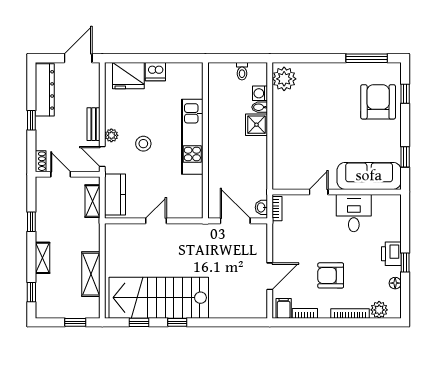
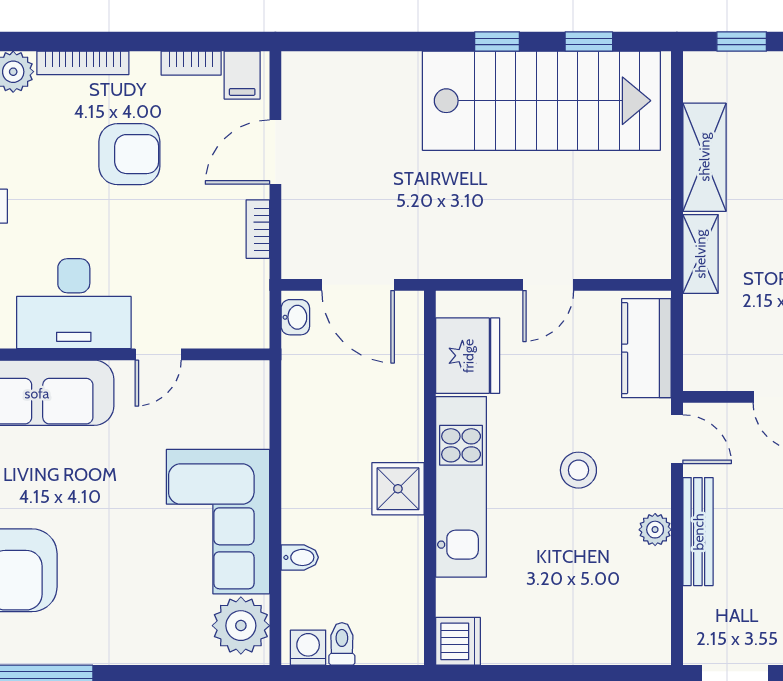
dishwasher: (155, 72) -> (458, 641), moved, turned 90
fridge: (128, 76) -> (468, 356), moved, turned 90
washing machine: (260, 93) -> (308, 648), moved, turned -90
corner sofa: (294, 122) -> (218, 522), added
bench: (94, 124) -> (698, 532), width x1.36
shower: (256, 125) -> (398, 489), moved
plant: (111, 135) -> (655, 530), moved
shelving: (92, 201) -> (700, 254), moved
bookcase: (277, 209) -> (258, 229), moved
desk: (354, 213) -> (74, 304), width x1.37

